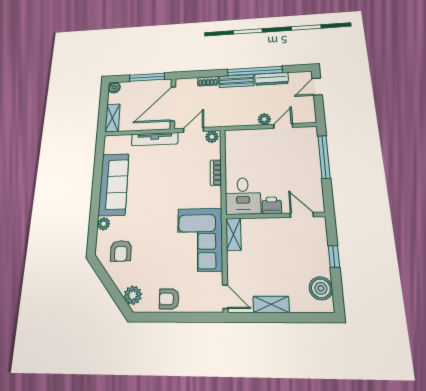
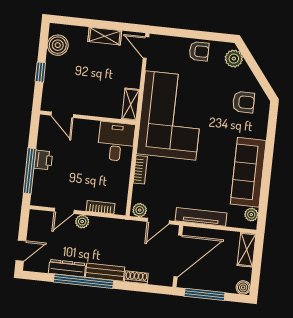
bookcase: (249, 134) -> (101, 207), added
printer: (272, 205) -> (43, 160), moved, turned -90
plant: (104, 224) -> (251, 215), moved
corner sofa: (200, 239) -> (171, 116), width x1.36, depth x1.36
armchair: (121, 251) -> (244, 102), turned 91

